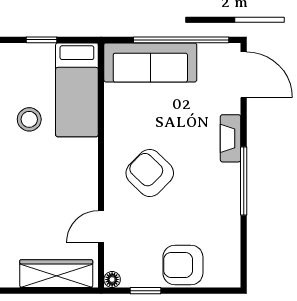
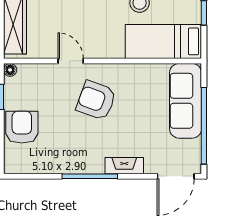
armchair: (150, 173) -> (96, 100), turned -114
door: (101, 227) -> (71, 61), moved

